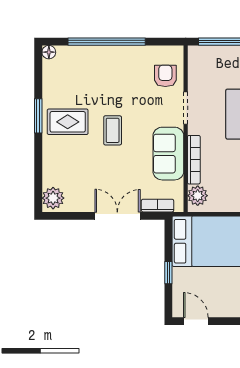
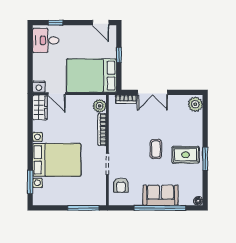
sofa: (168, 154) -> (160, 195), moved, turned -90

